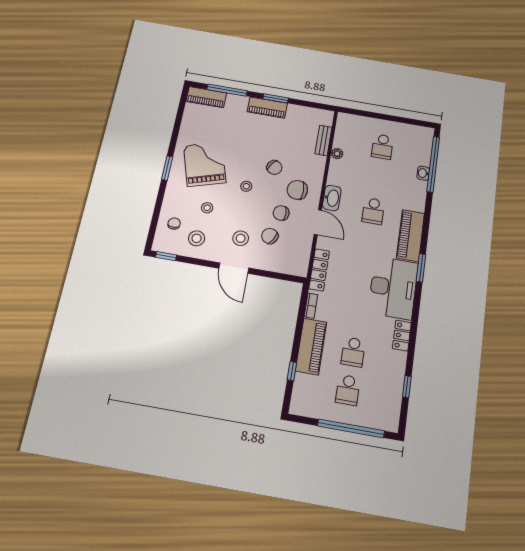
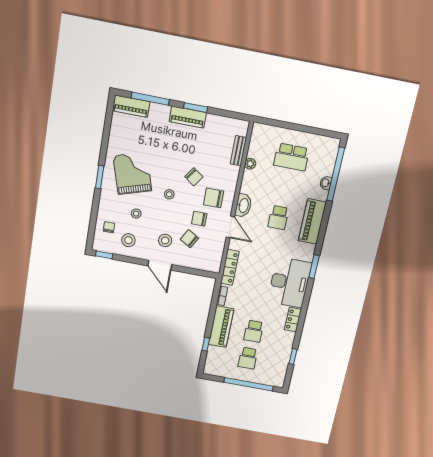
school desk: (382, 147) -> (291, 157), width x1.85
piano: (410, 236) -> (312, 222), moved

